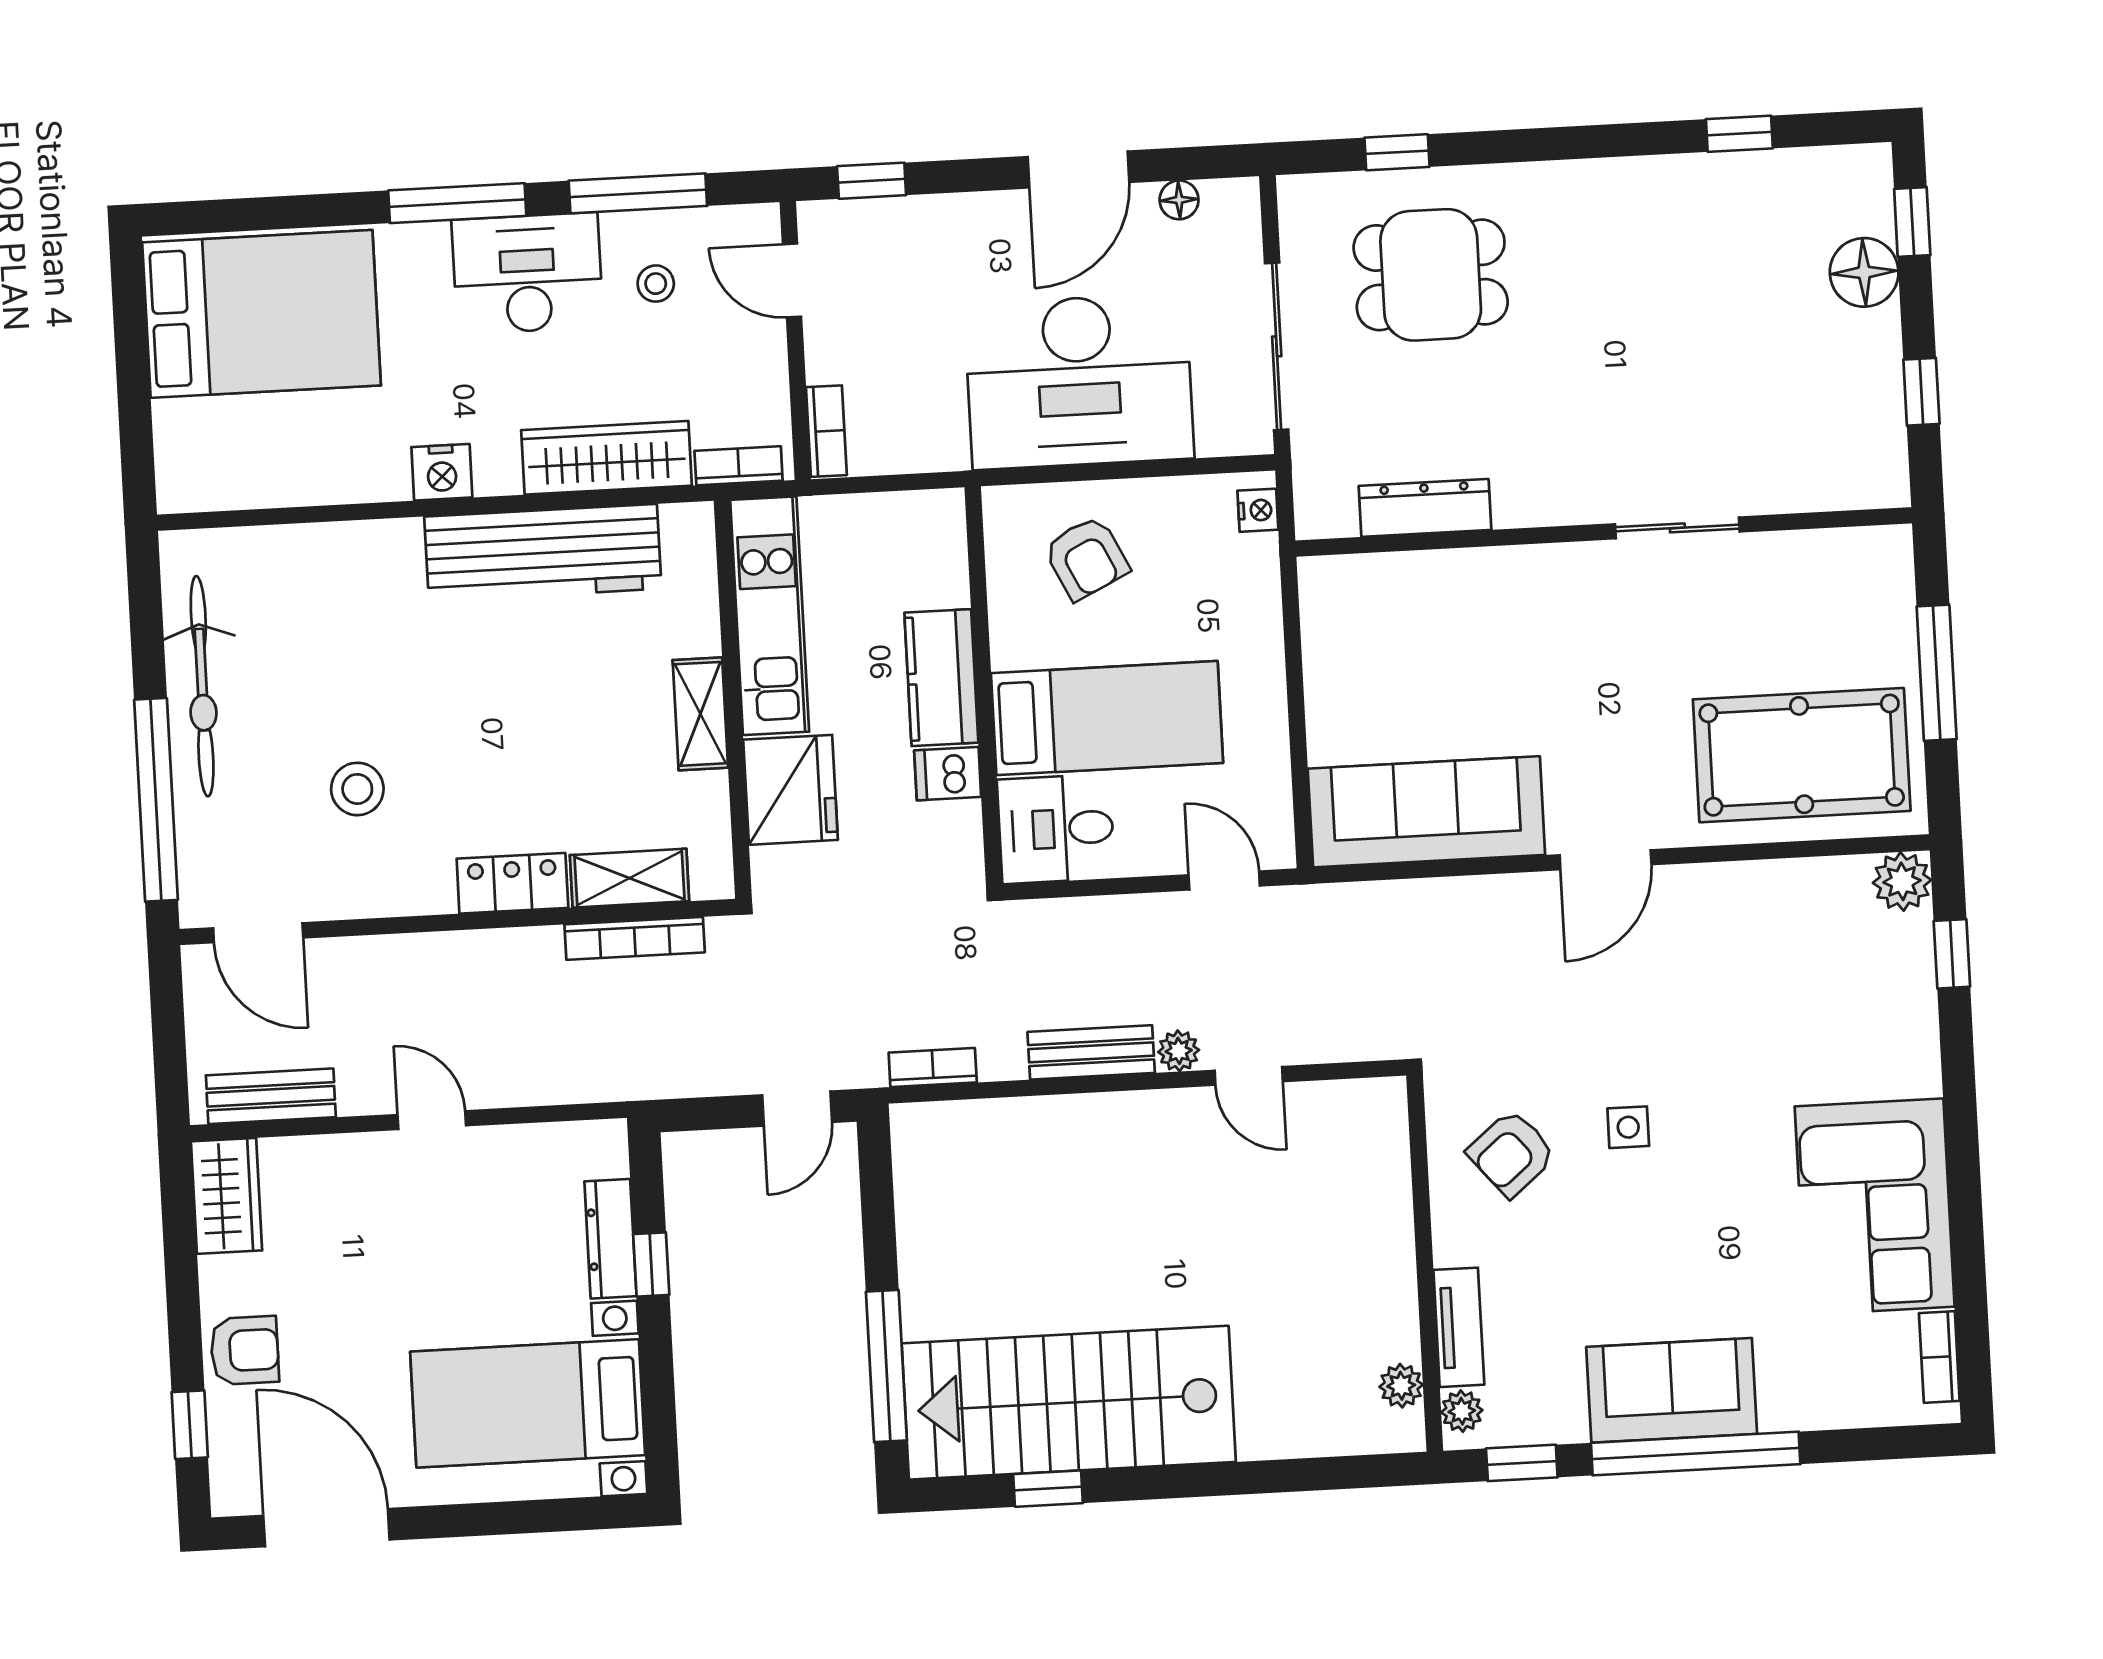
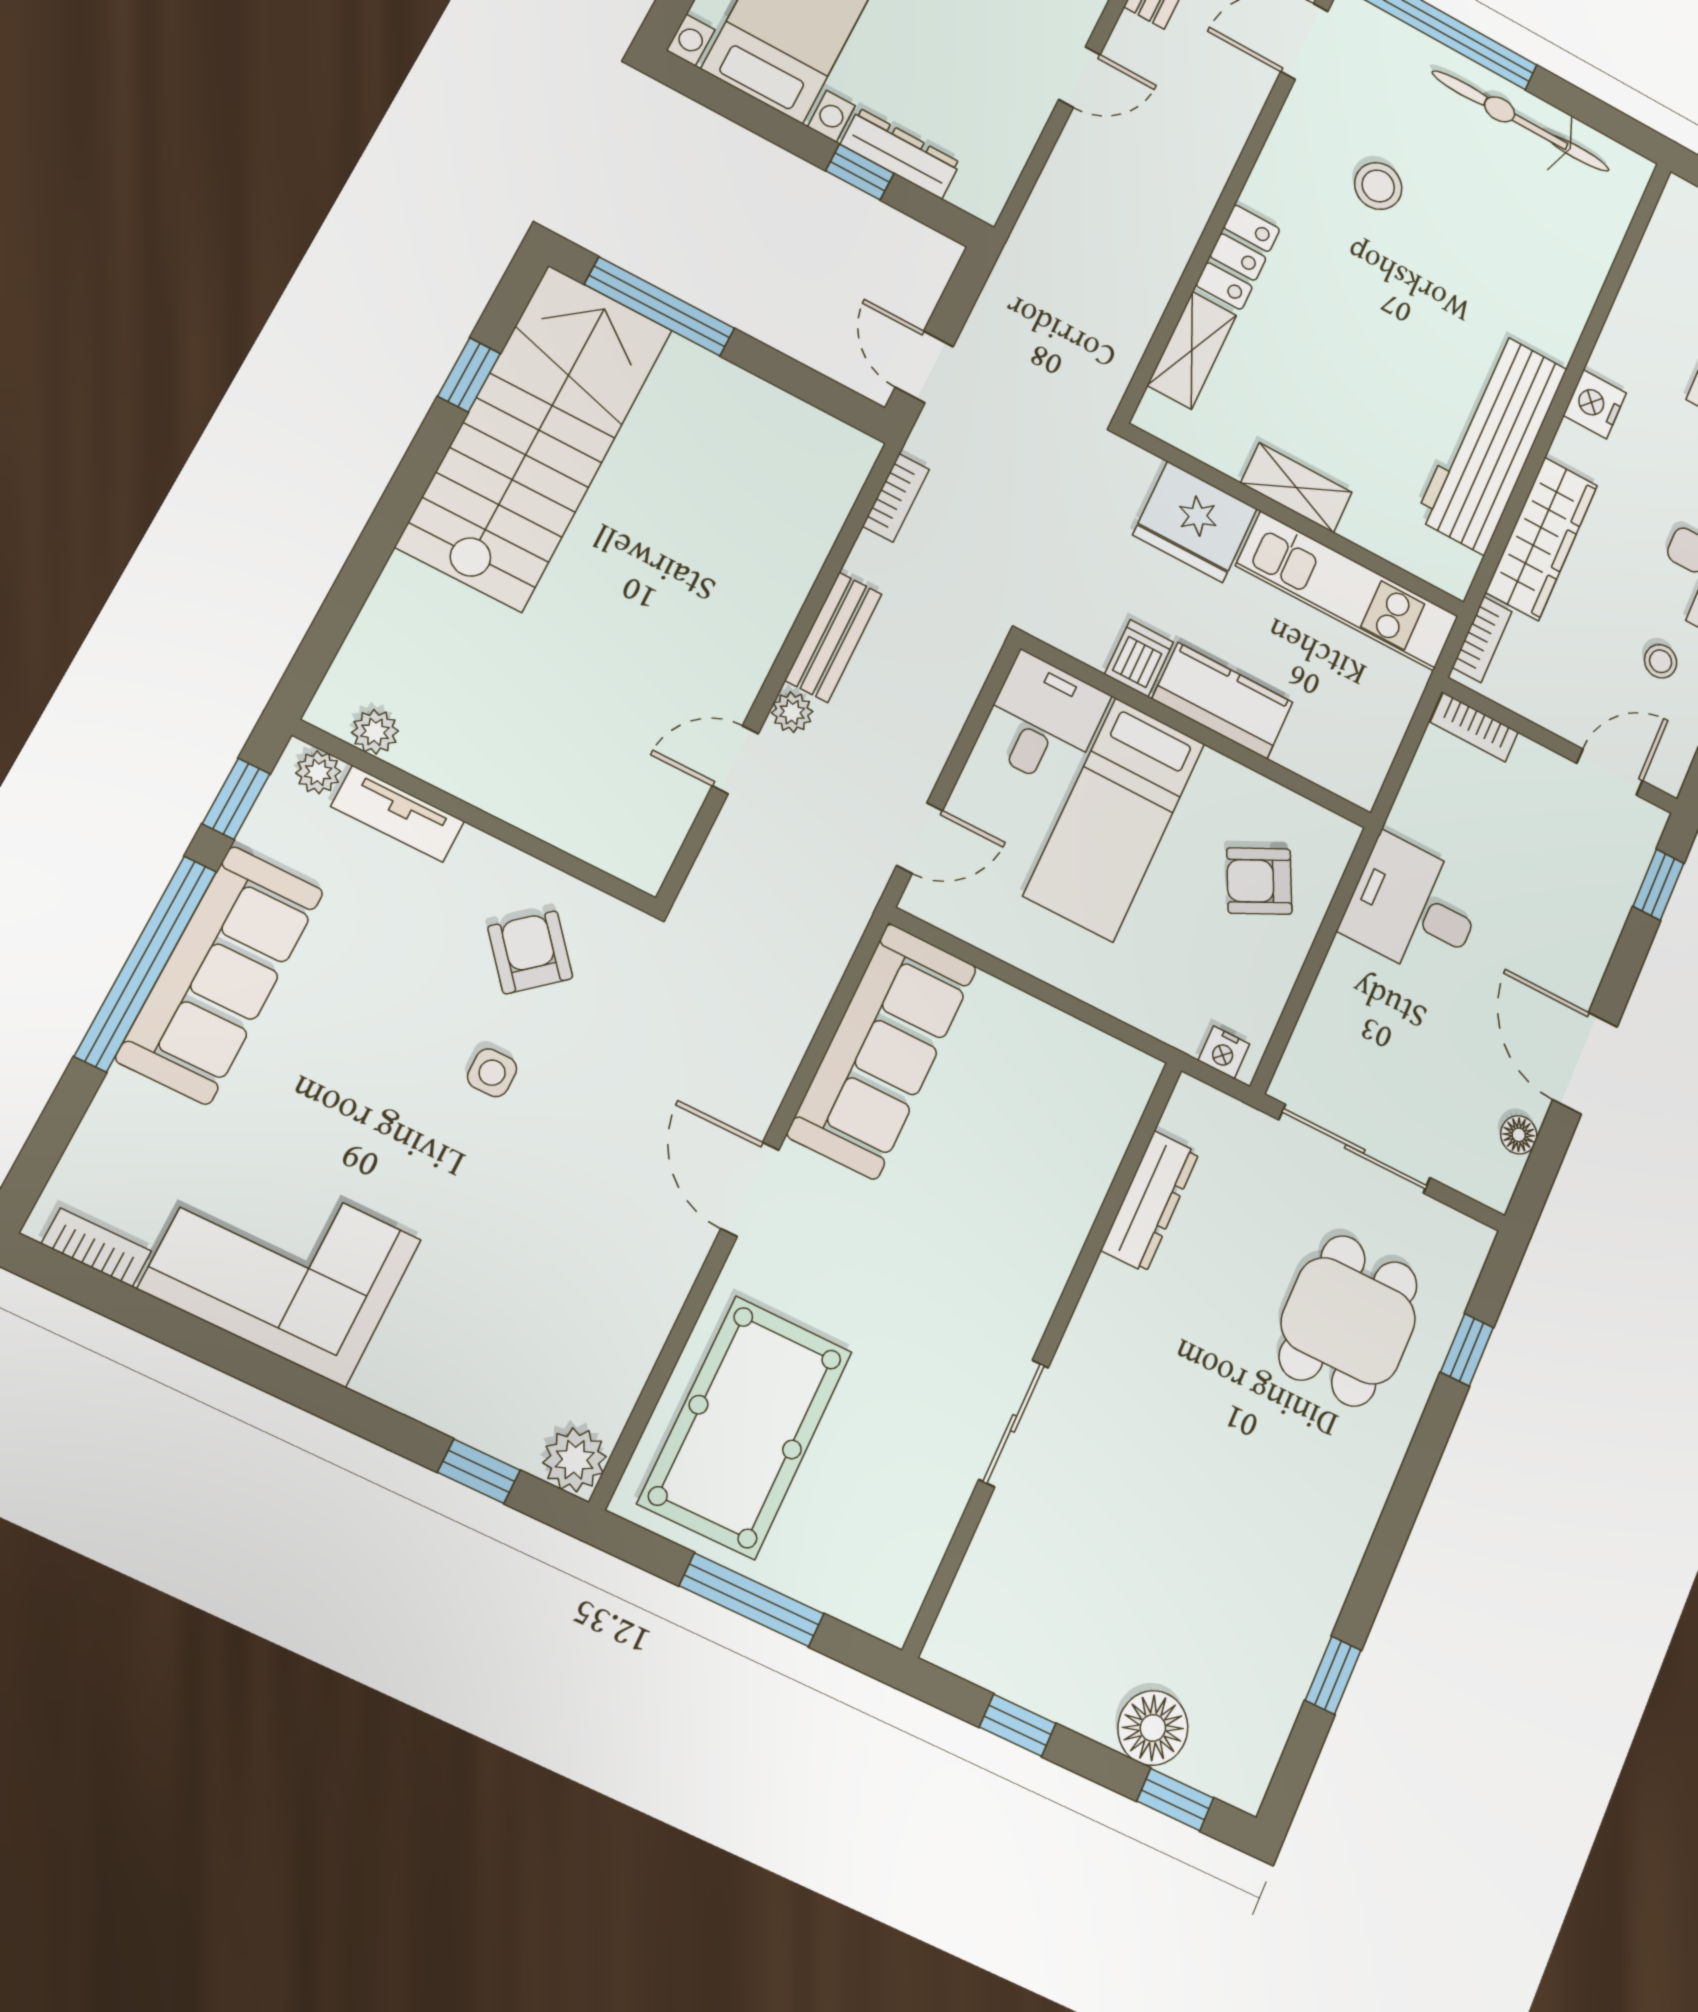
desk: (1079, 381) -> (1413, 908), width x0.53, depth x0.77
bookcase: (635, 938) -> (1140, 324), removed
sofa: (1672, 1390) -> (220, 975), width x1.36

